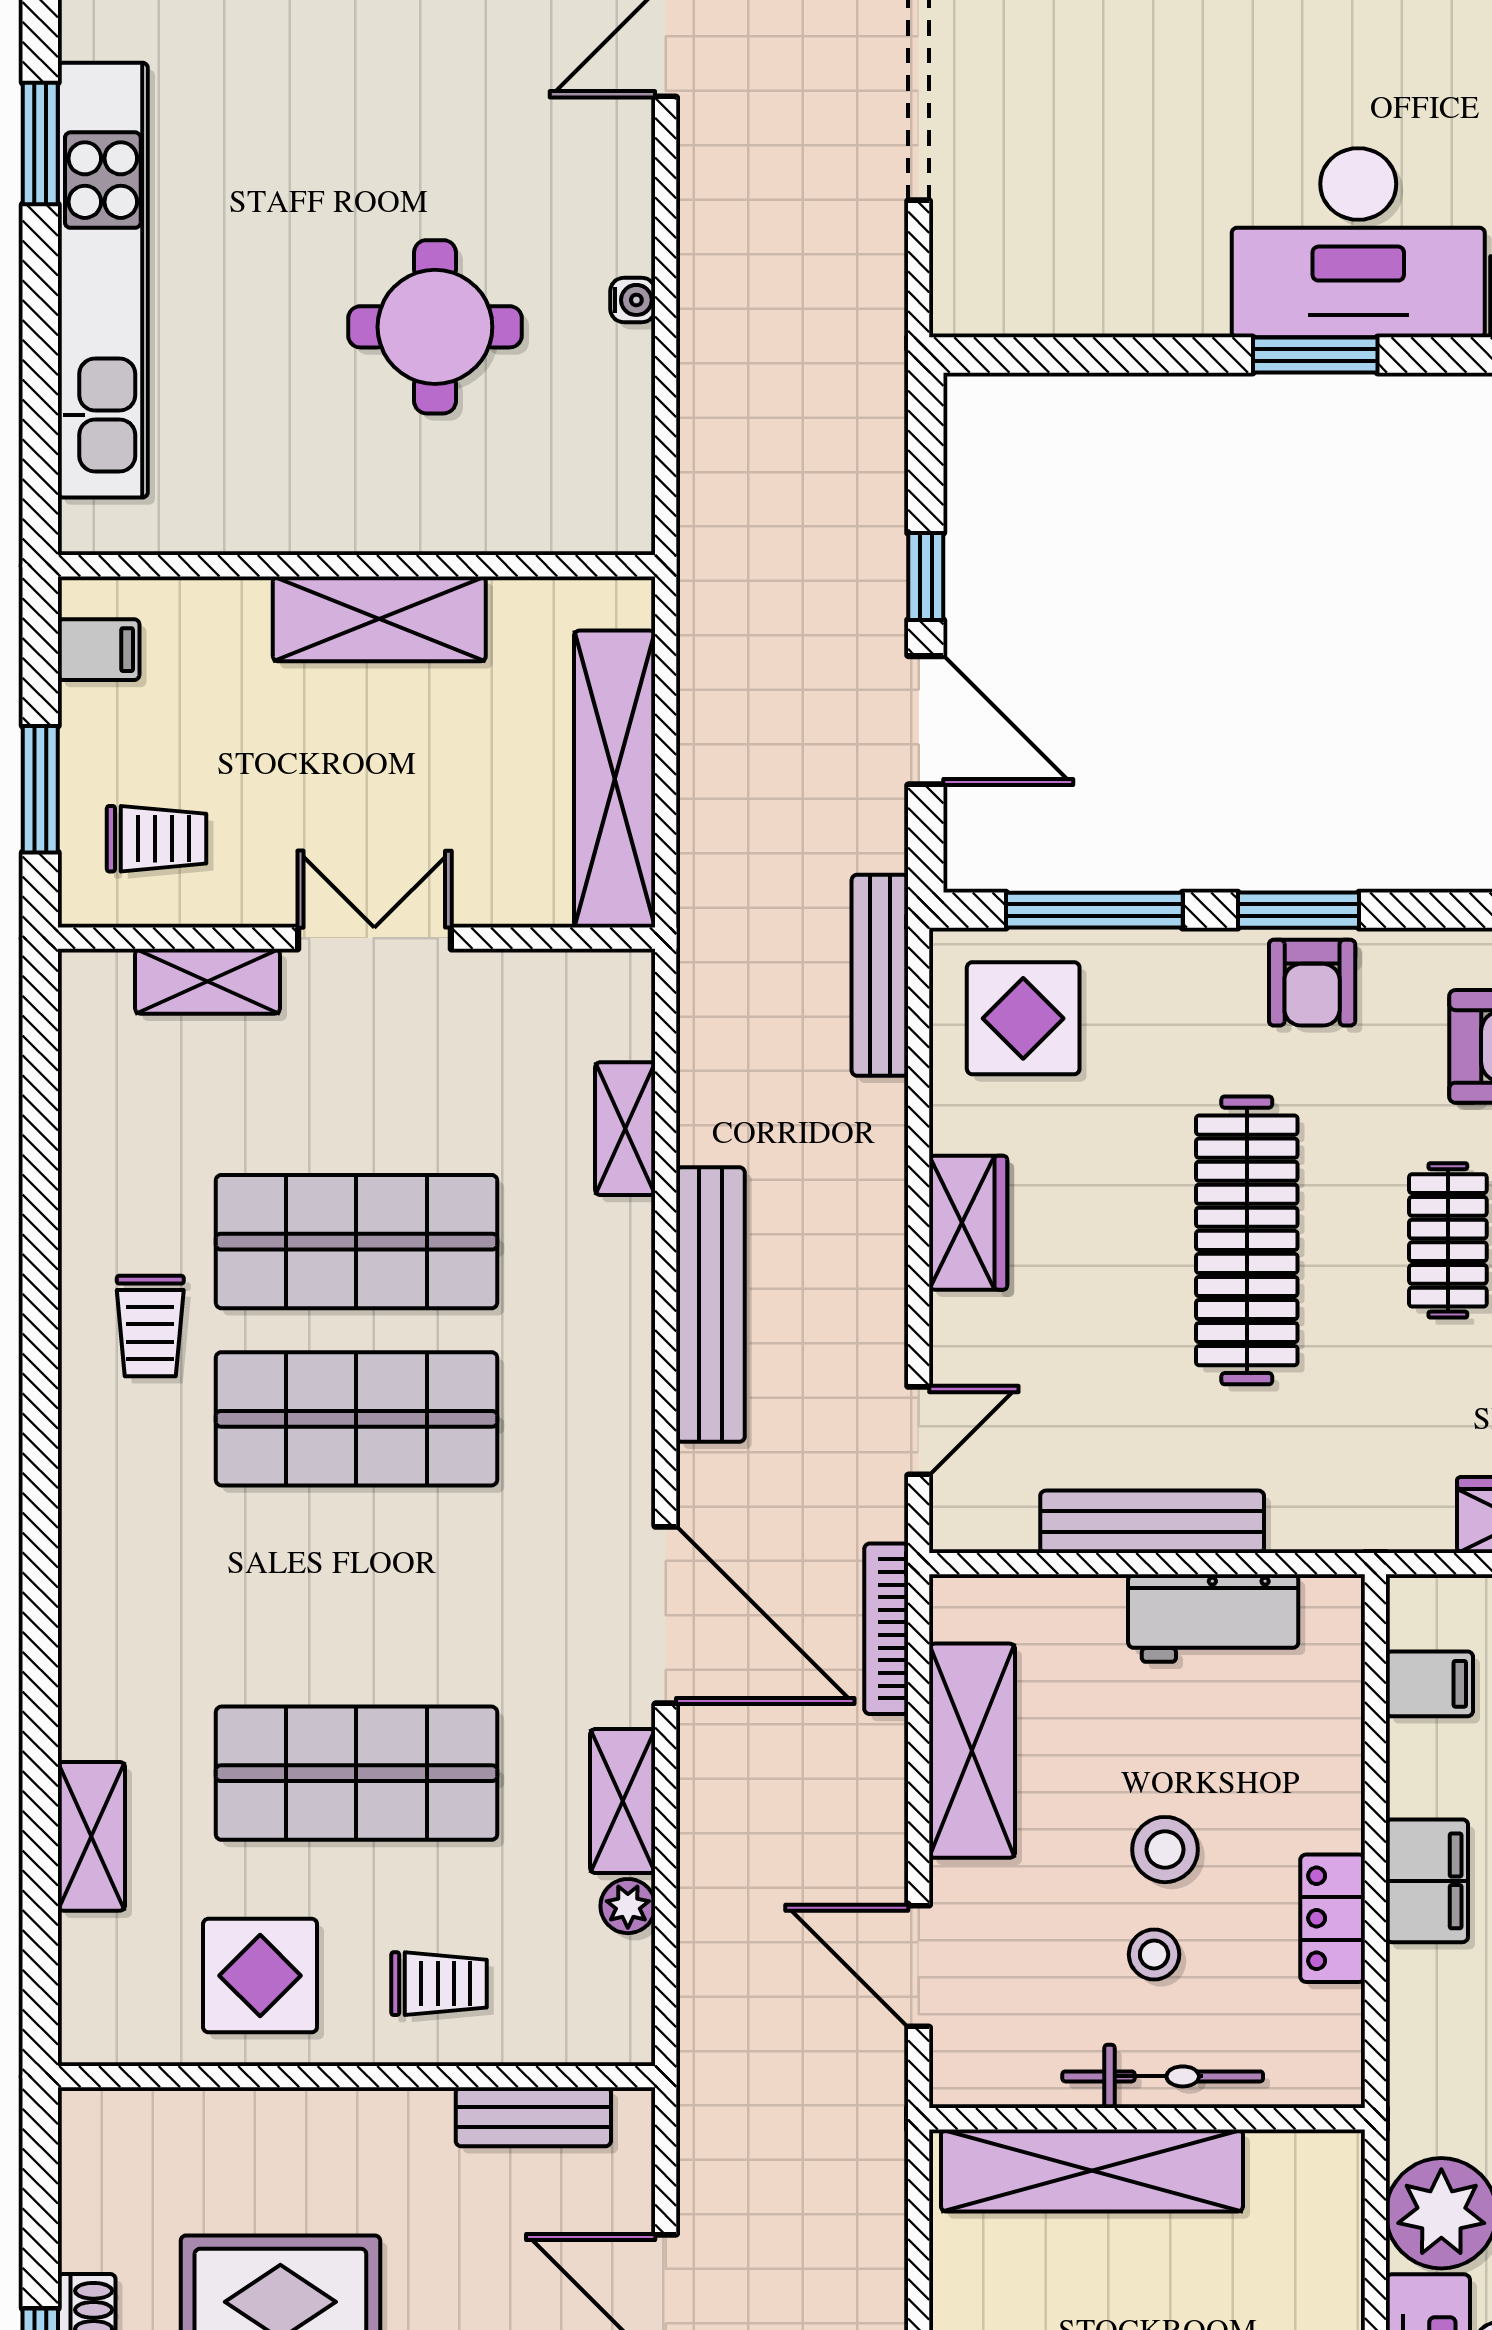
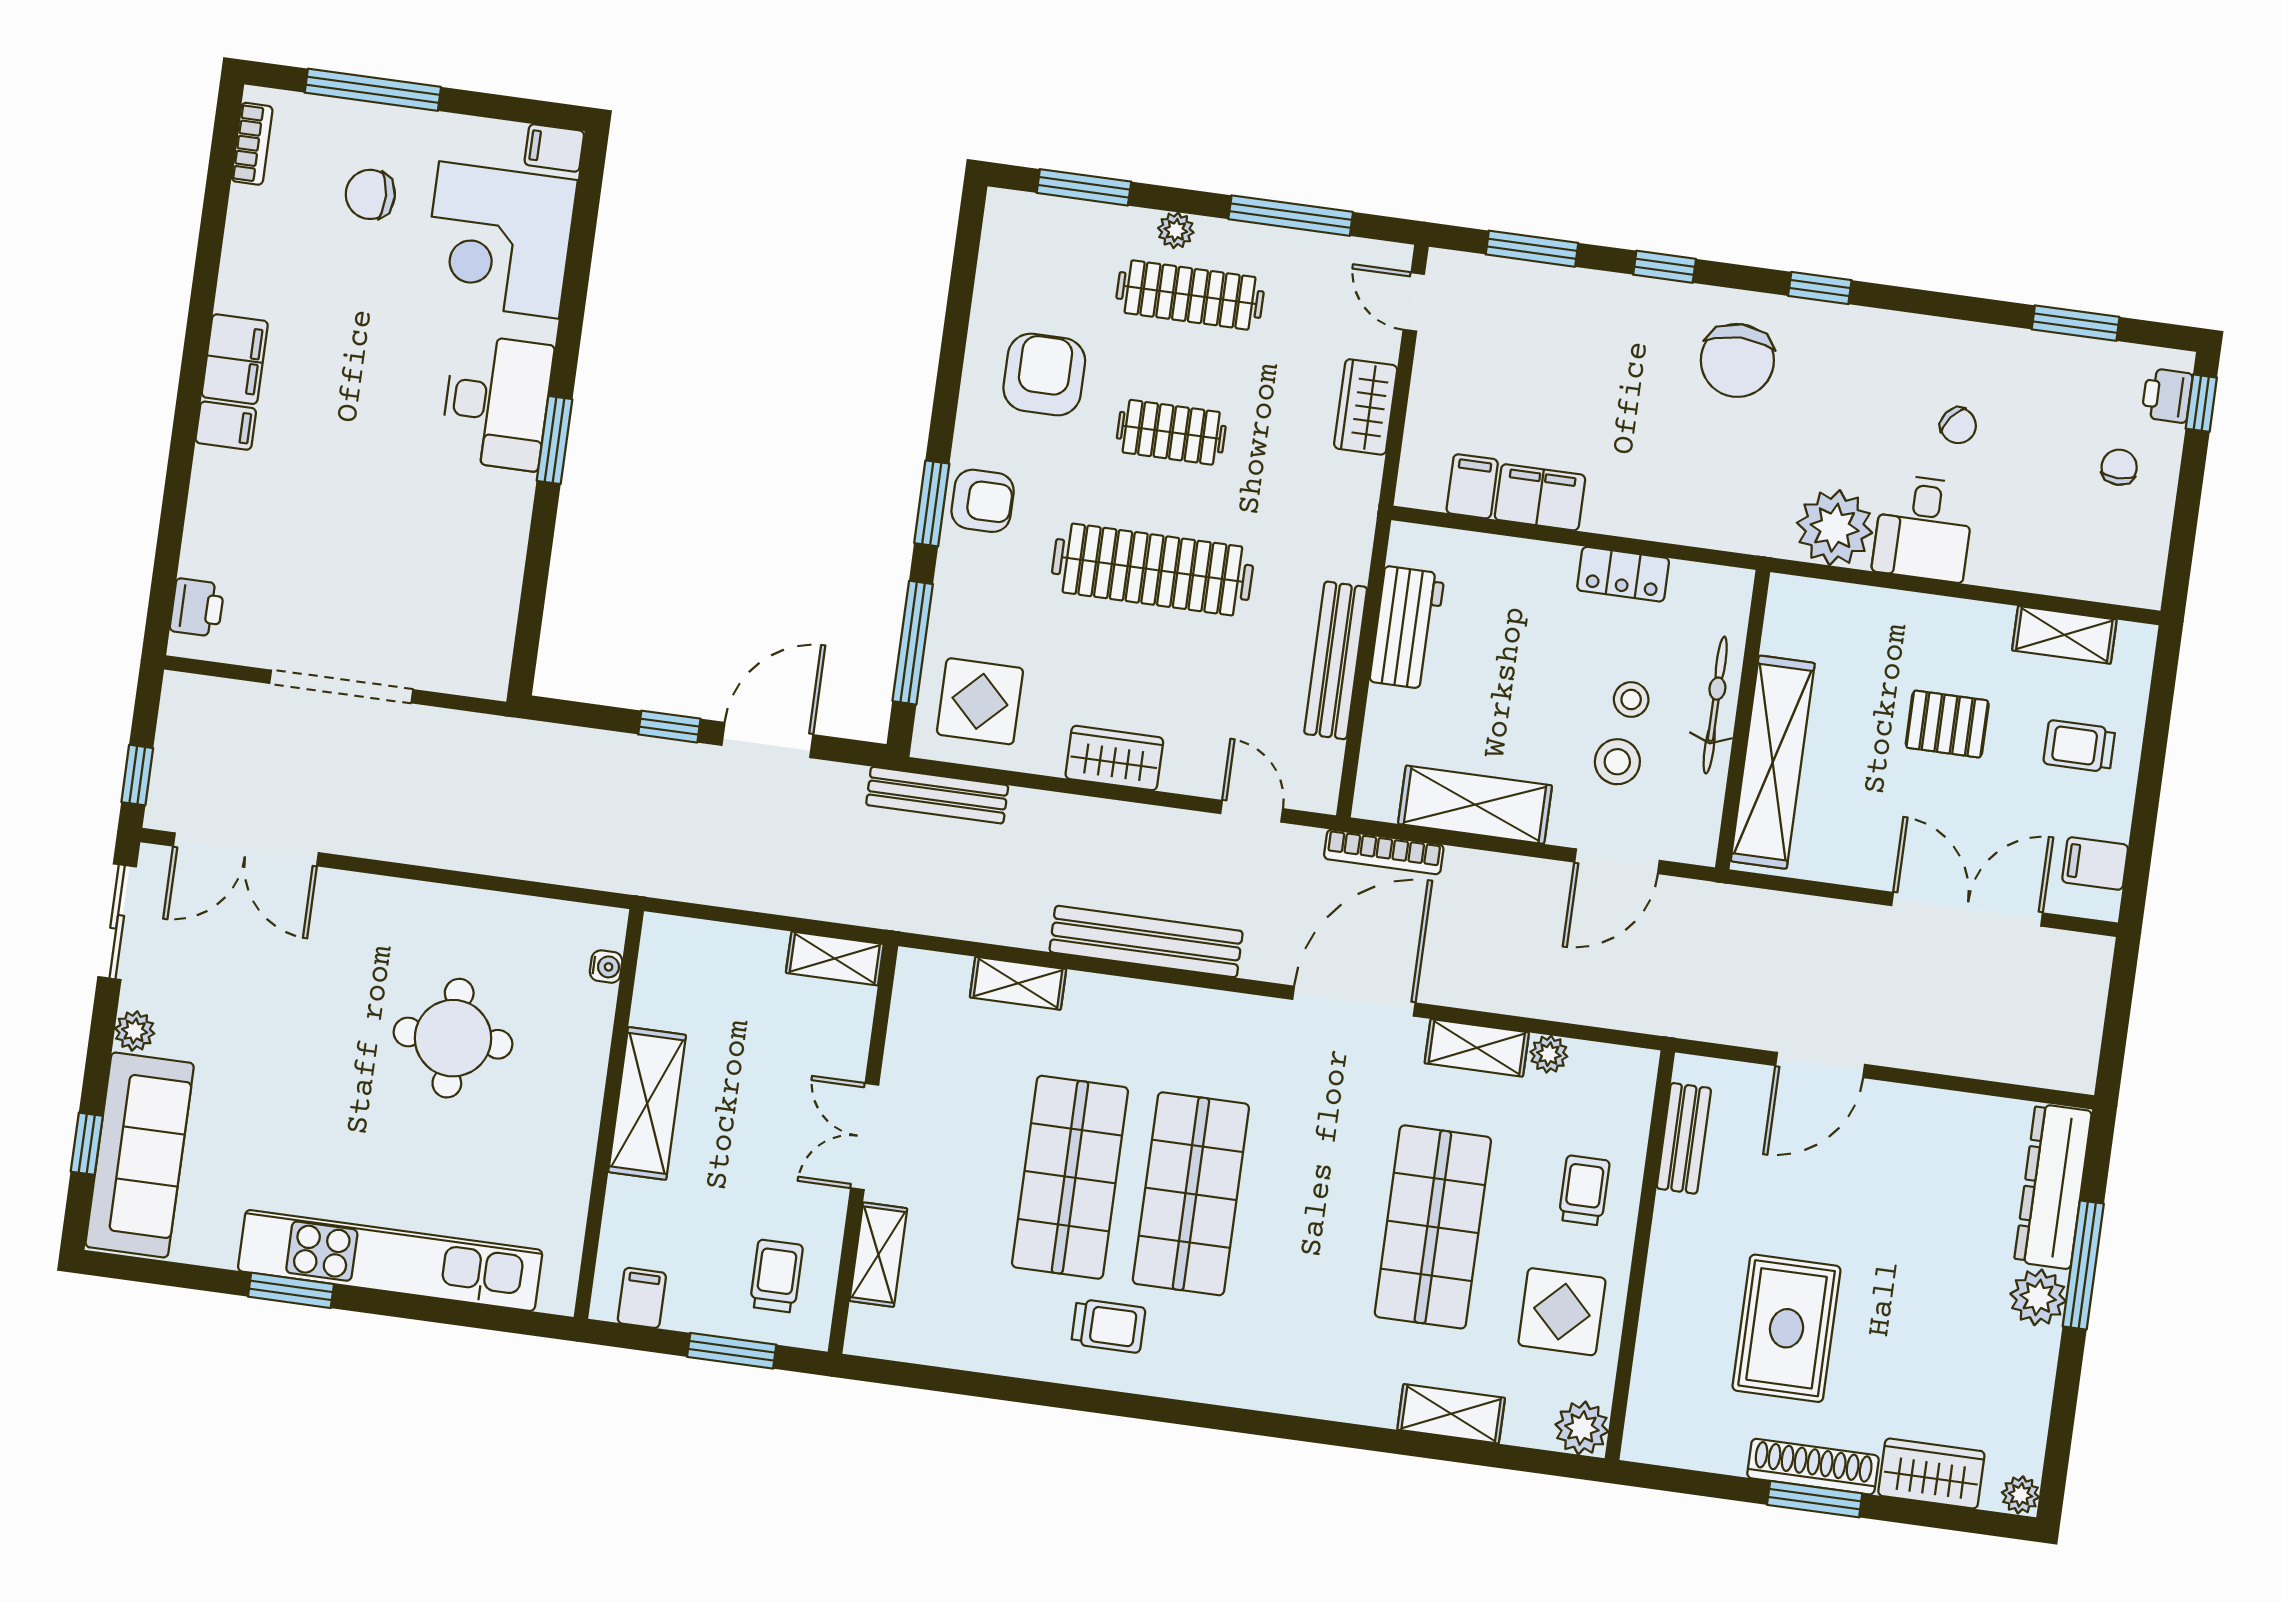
desk: (1358, 243) -> (497, 402), width x0.73, depth x0.77
water cooler: (633, 300) -> (606, 967), moved, turned 90
shelving: (615, 779) -> (835, 958), width x0.45, depth x0.75
stool: (1165, 1850) -> (1617, 762), moved
filing cabinet: (1427, 1881) -> (1540, 497), moved
plant: (97, 2027) -> (1582, 1428), added

